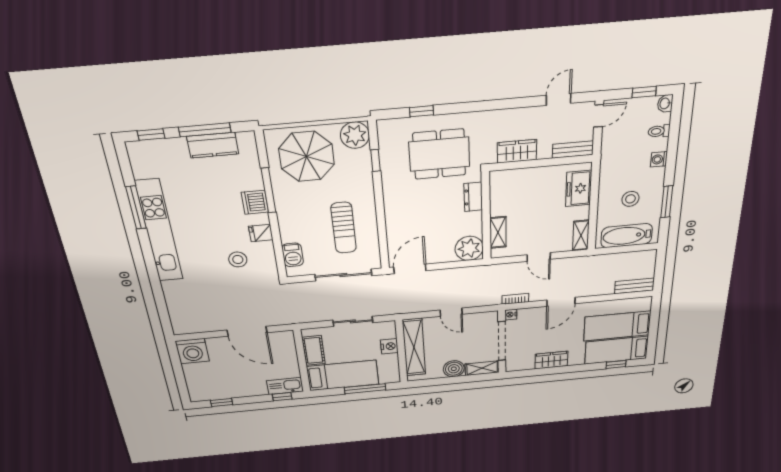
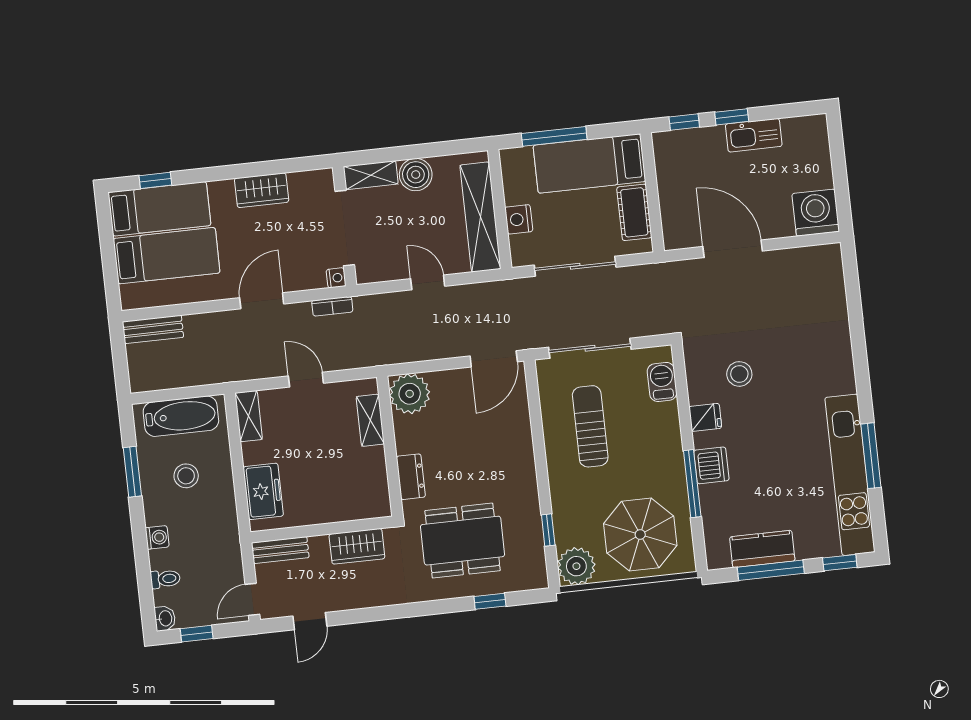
kitchen unit: (159, 231) -> (850, 475), moved
sliding door: (353, 321) -> (575, 266), width x1.37
kitchen sink: (285, 386) -> (754, 135), moved
window: (222, 402) -> (732, 117), moved

